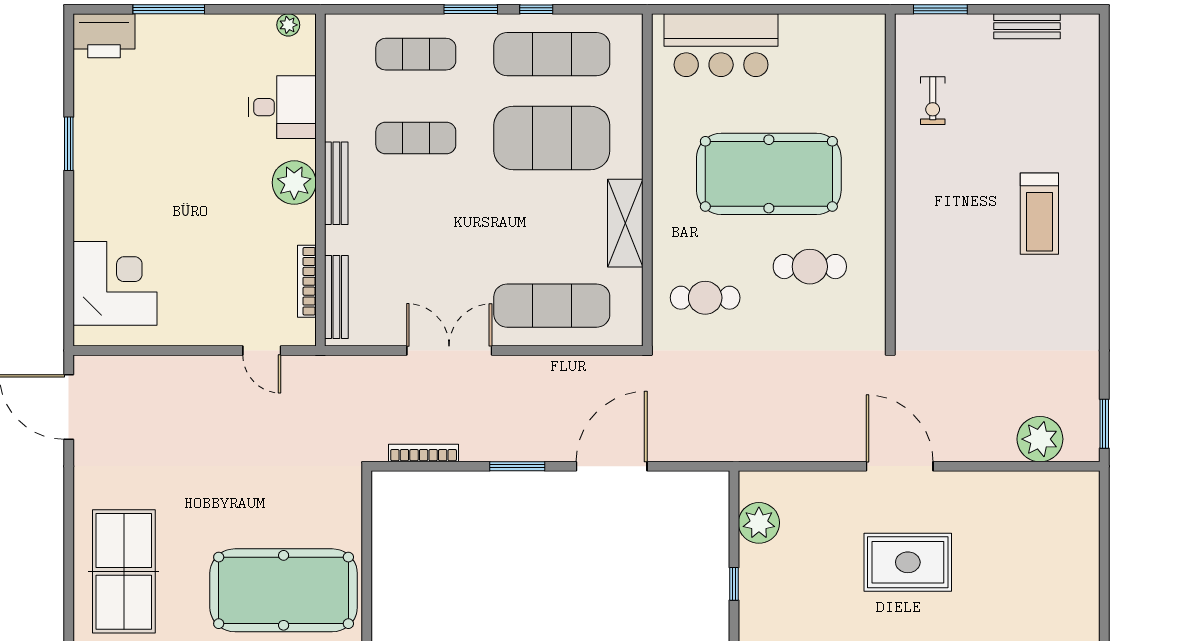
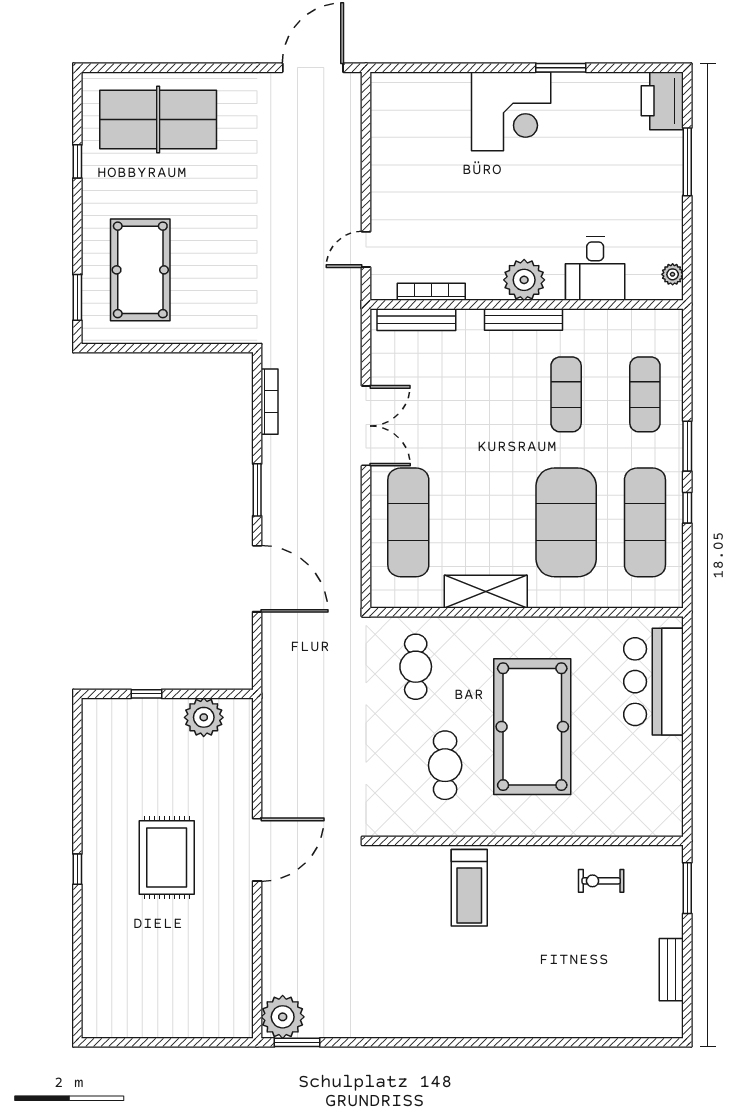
treadmill: (1039, 214) -> (469, 888), moved, turned -90
corner desk: (115, 283) -> (511, 111), moved
plant: (1040, 439) -> (283, 1017), moved
pool table: (284, 590) -> (140, 270), width x0.73, depth x0.76

